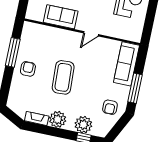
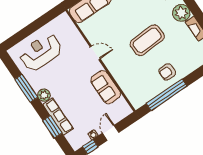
window: (13, 52) -> (167, 95), width x1.46

